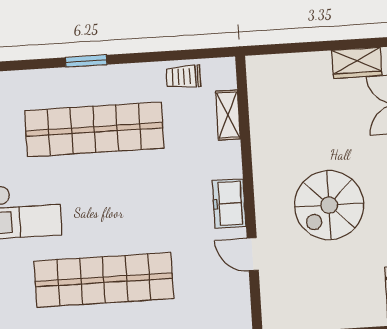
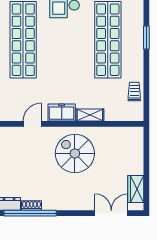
shelving: (228, 115) -> (90, 115), moved
spiral stairs: (329, 205) -> (75, 153), moved

